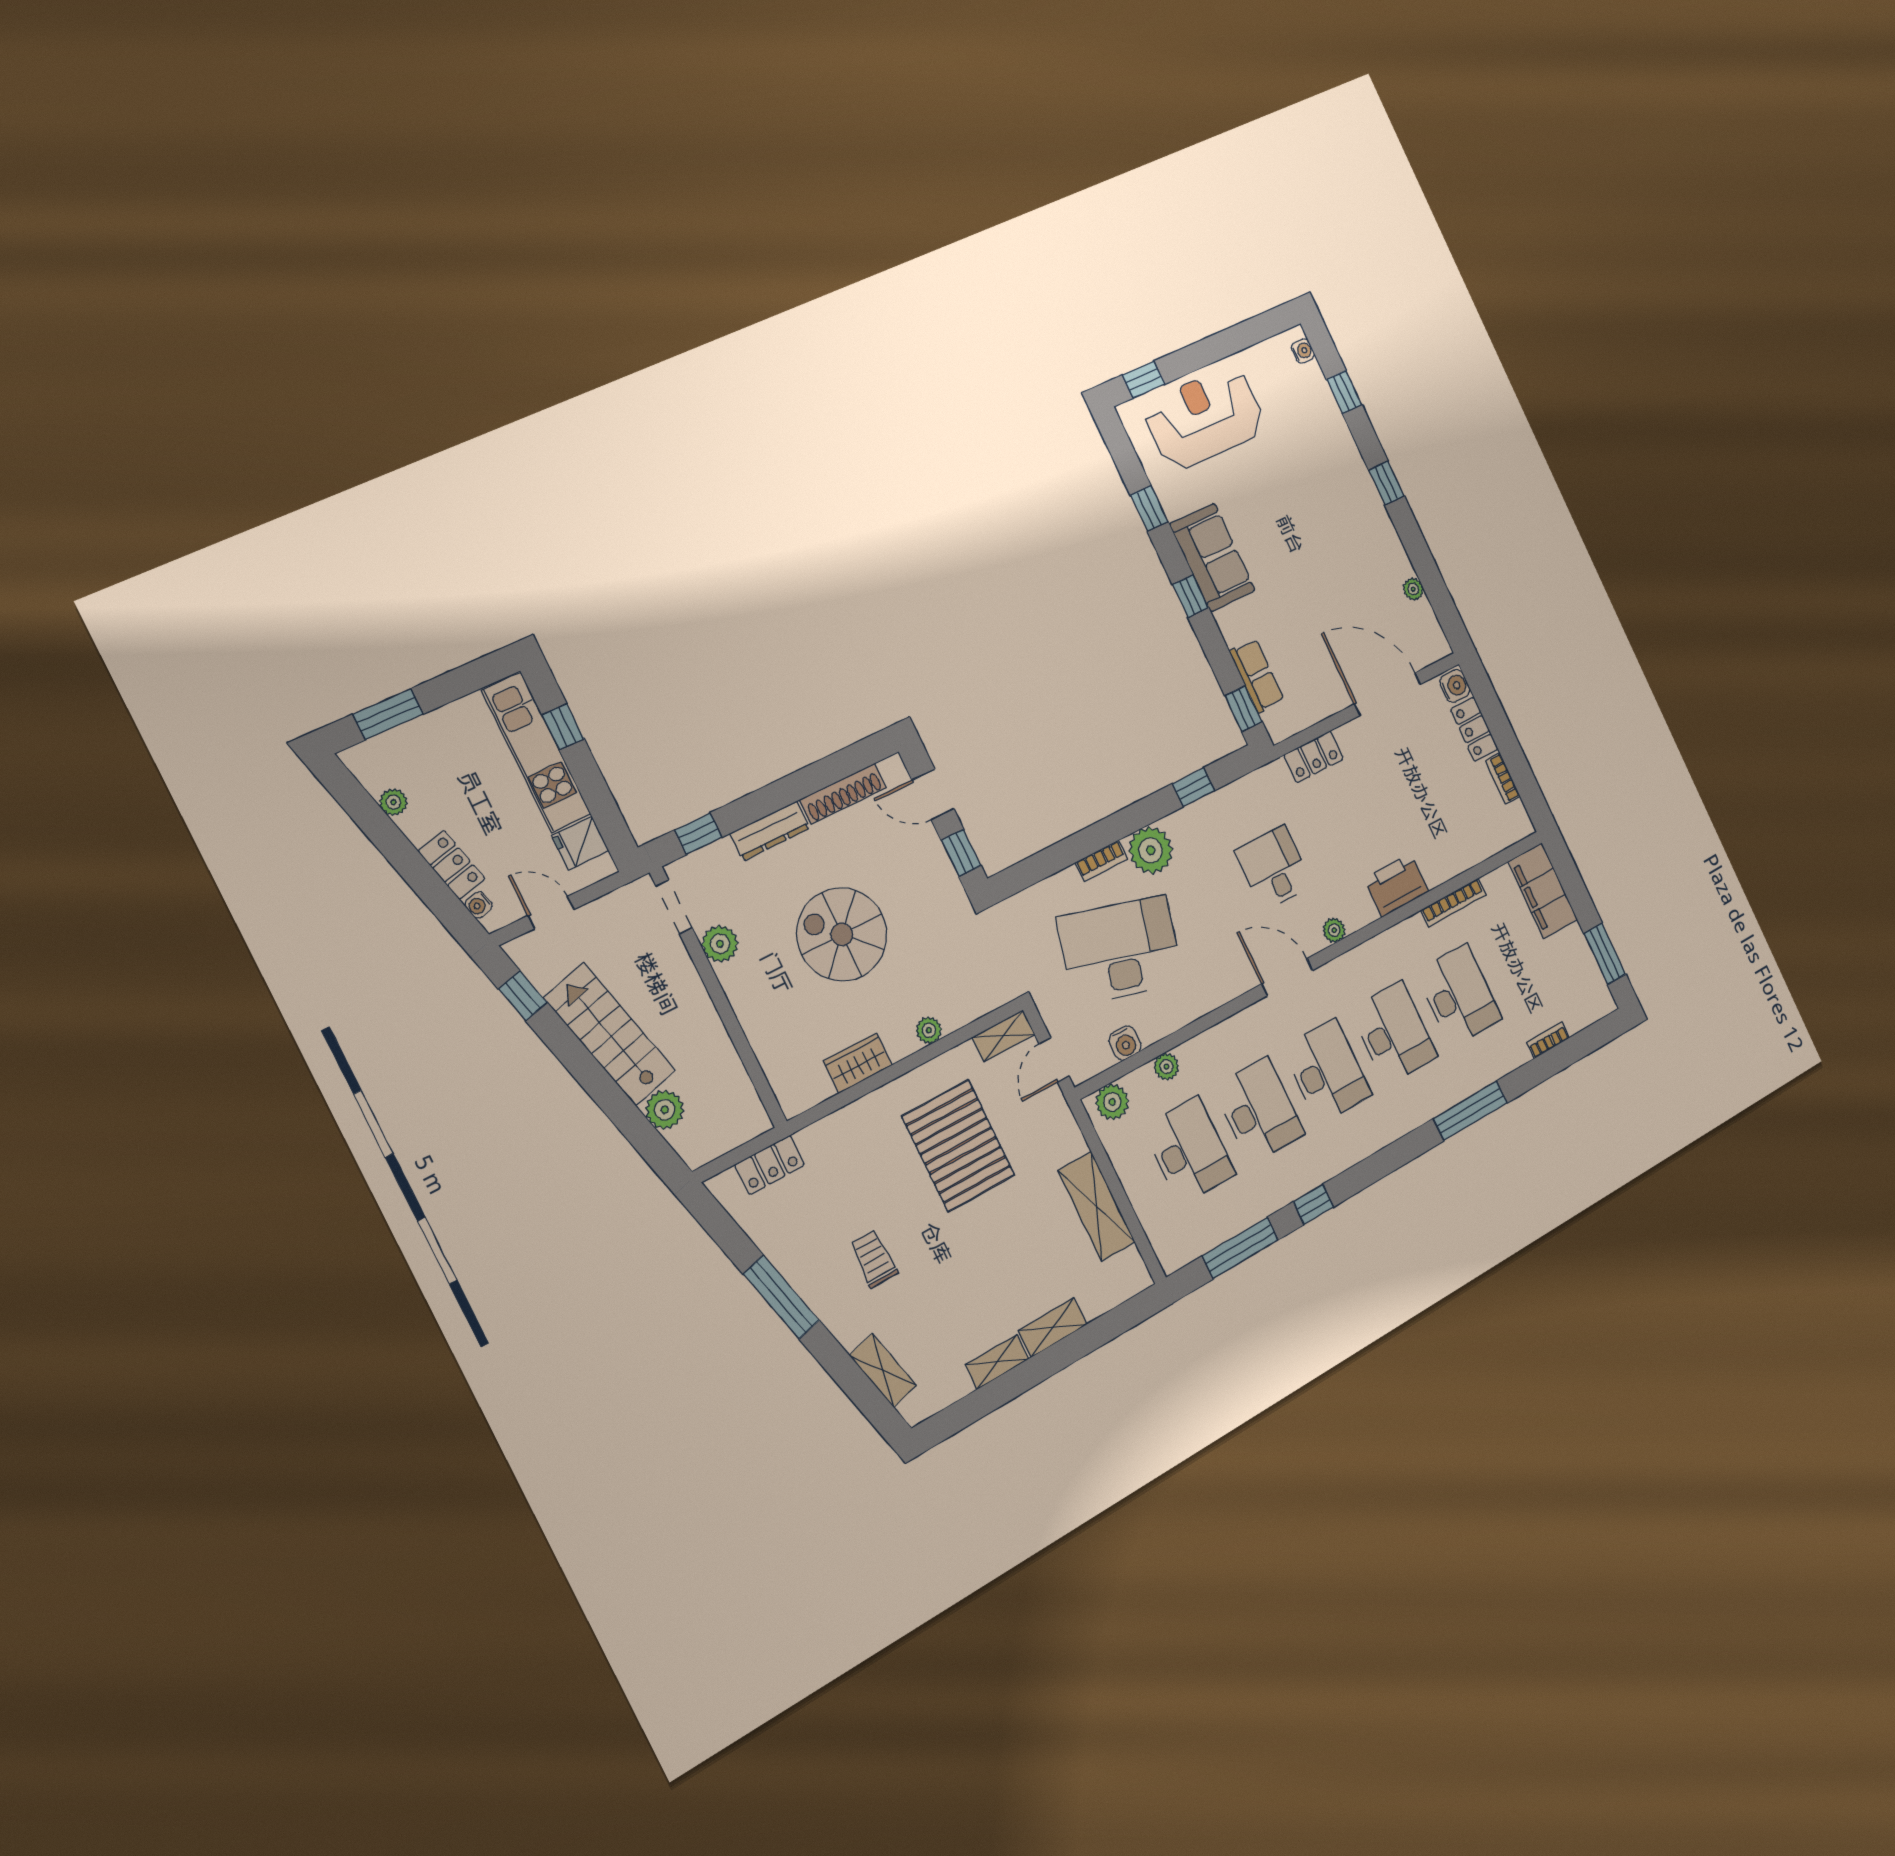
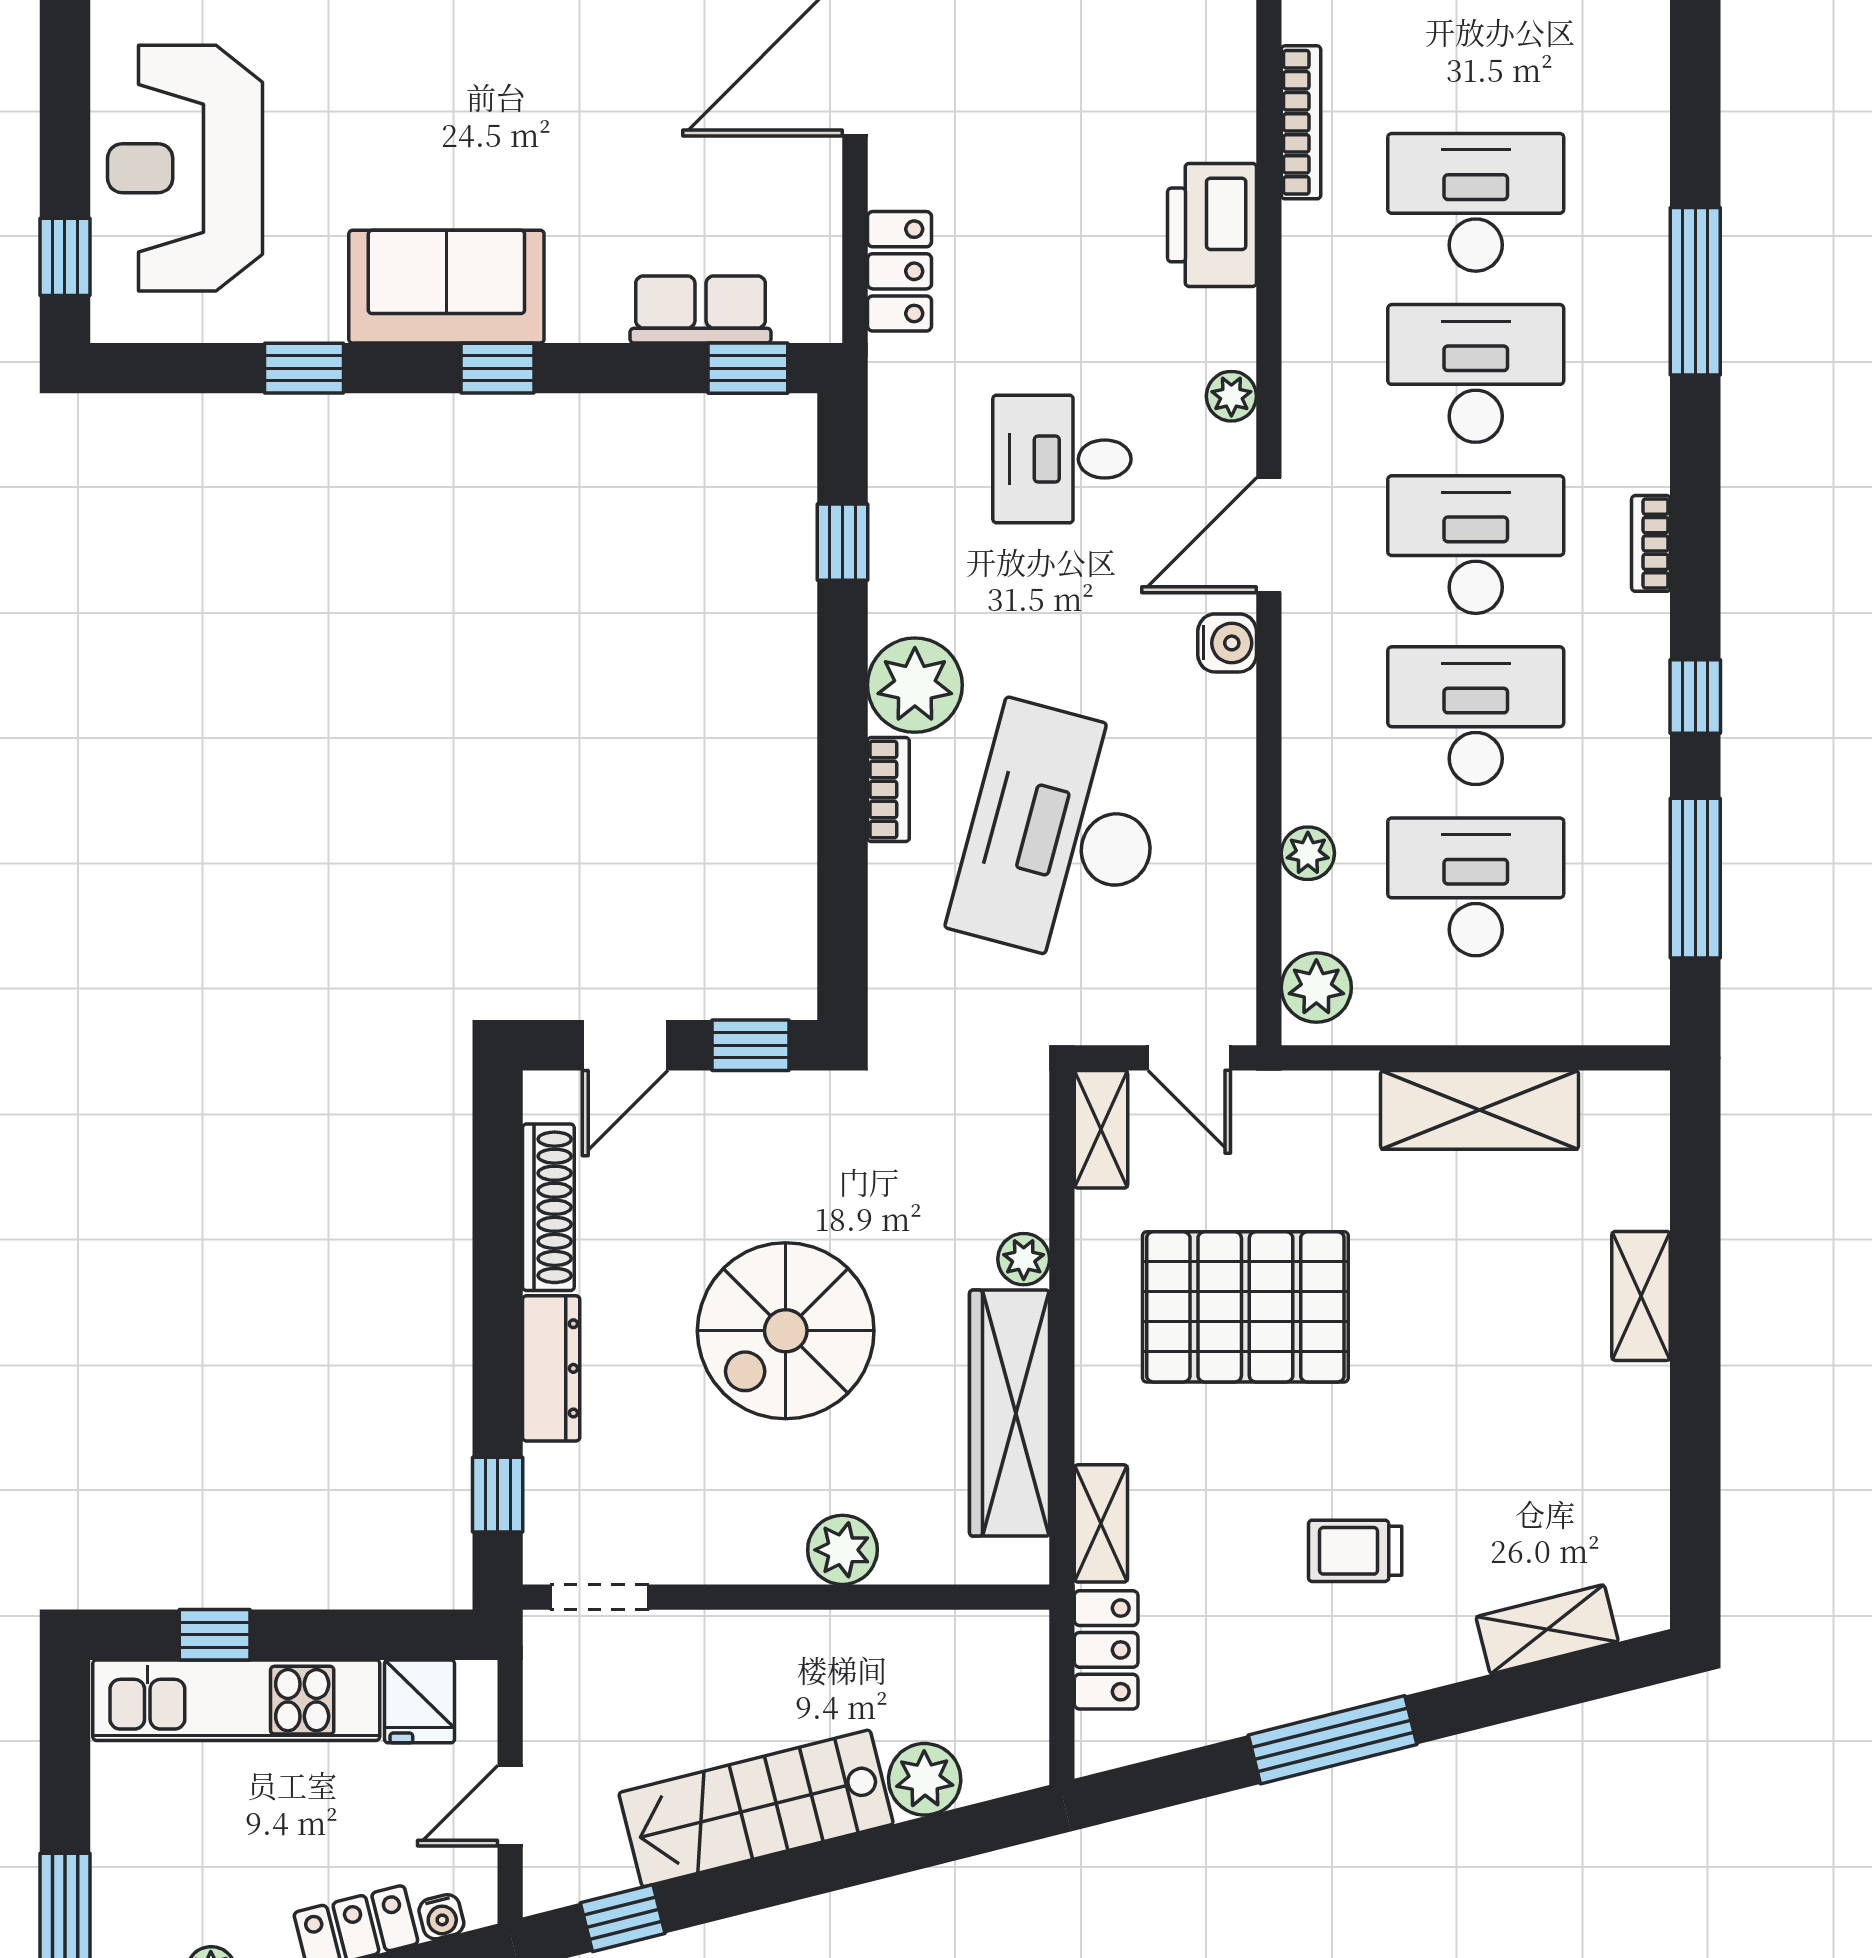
plant: (720, 944) -> (842, 1550), moved
bookcase: (1548, 1040) -> (1651, 543), moved
water cooler: (1125, 1043) -> (1227, 643), moved
wardrobe: (858, 1063) -> (1010, 1413), width x2.10, depth x1.17
shelving: (997, 1362) -> (1101, 1523), moved

